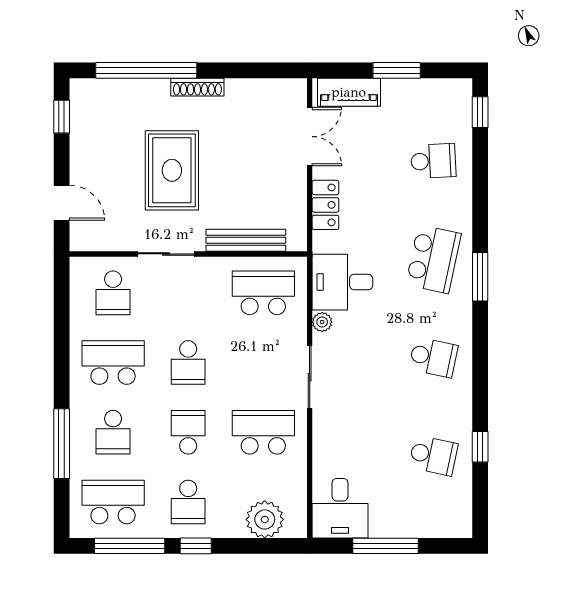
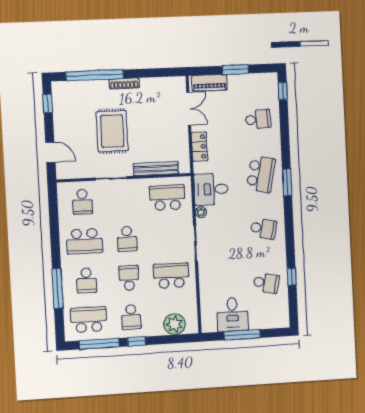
school desk: (113, 363) -> (84, 241), turned 180
desk: (340, 508) -> (232, 314), moved

